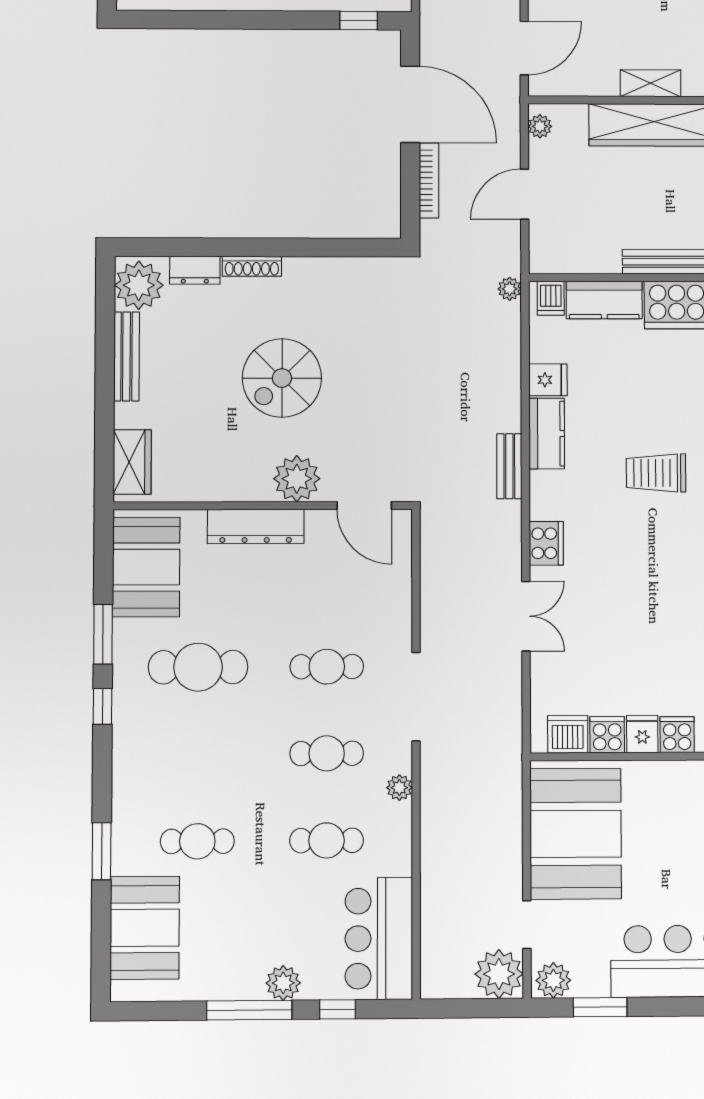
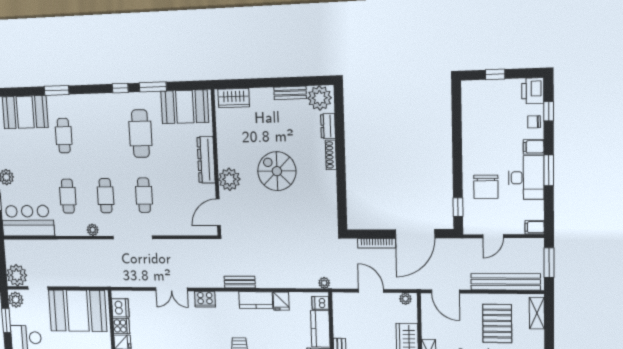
bench: (126, 357) -> (290, 93), width x0.73

